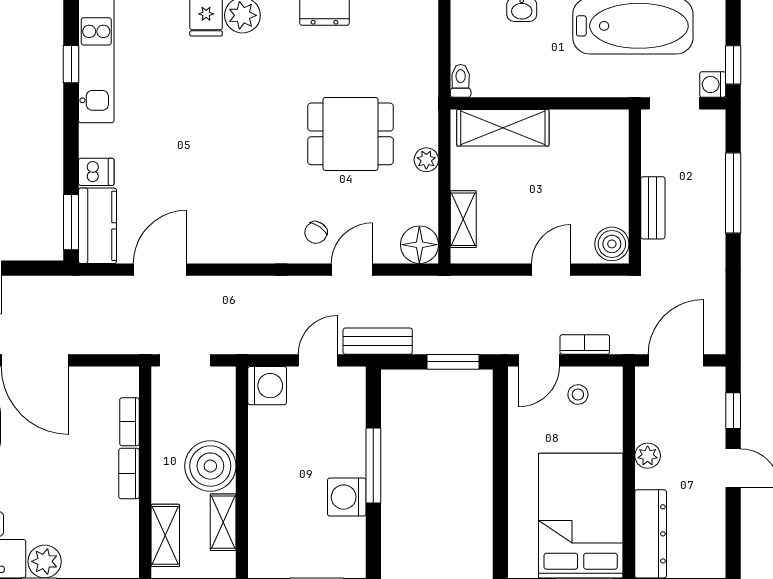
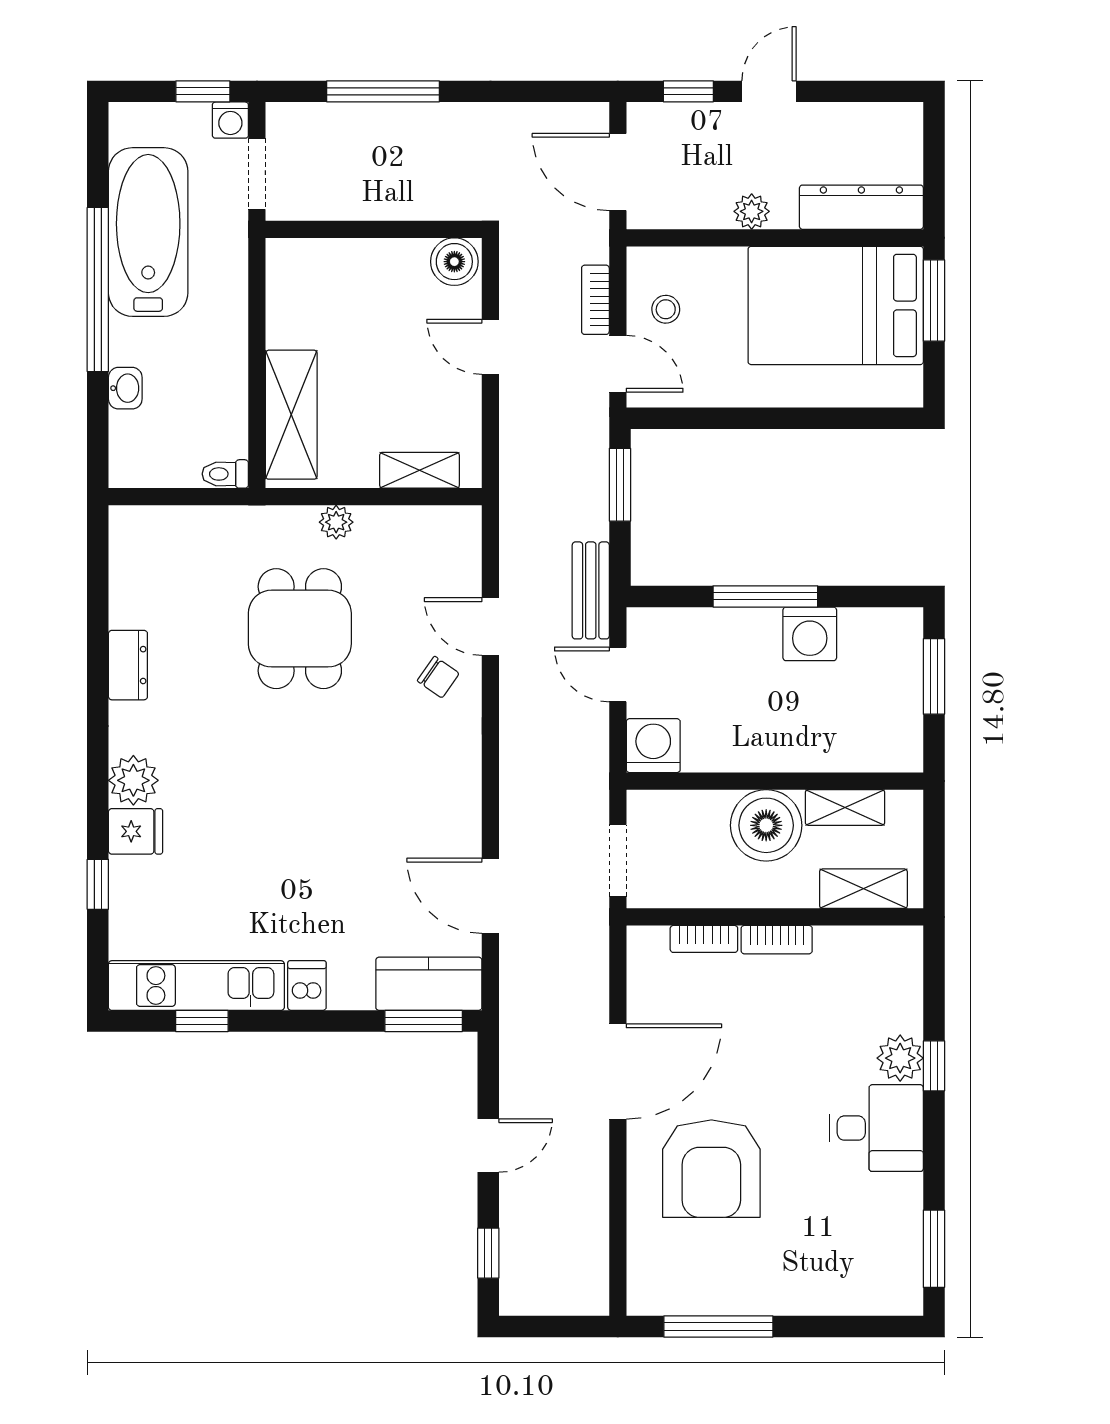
dishwasher: (96, 172) -> (307, 986), moved
bench: (653, 208) -> (404, 204), removed
floor lamp: (419, 245) -> (455, 532), removed

